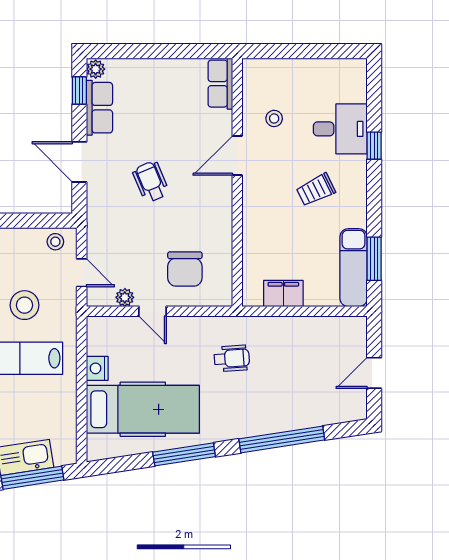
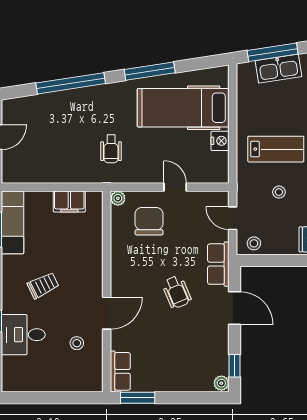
window: (199, 51) -> (138, 398), added
row of seats: (99, 108) -> (218, 264), moved
plant: (125, 297) -> (118, 198), moved
stool: (25, 305) -> (279, 192), width x0.53, depth x0.53
wheelchair: (232, 358) -> (111, 149), turned -86

